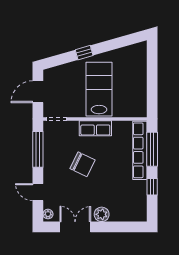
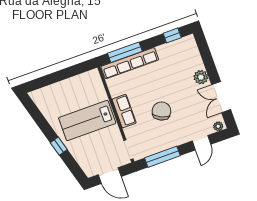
window: (152, 187) -> (172, 35), moved

